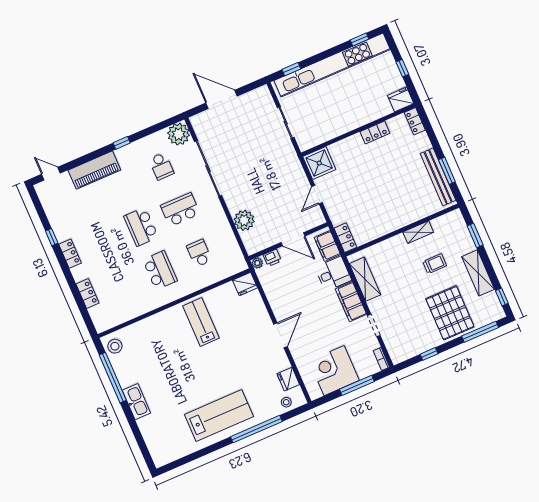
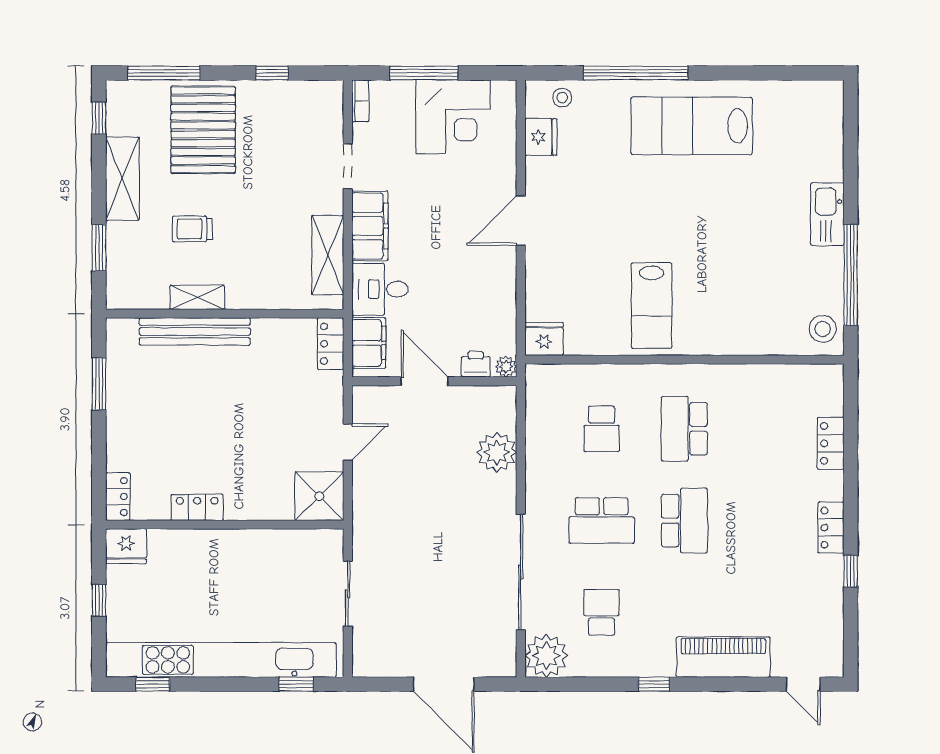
bench: (438, 177) -> (195, 331), moved, turned 90

